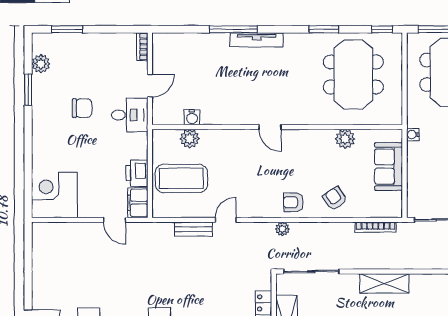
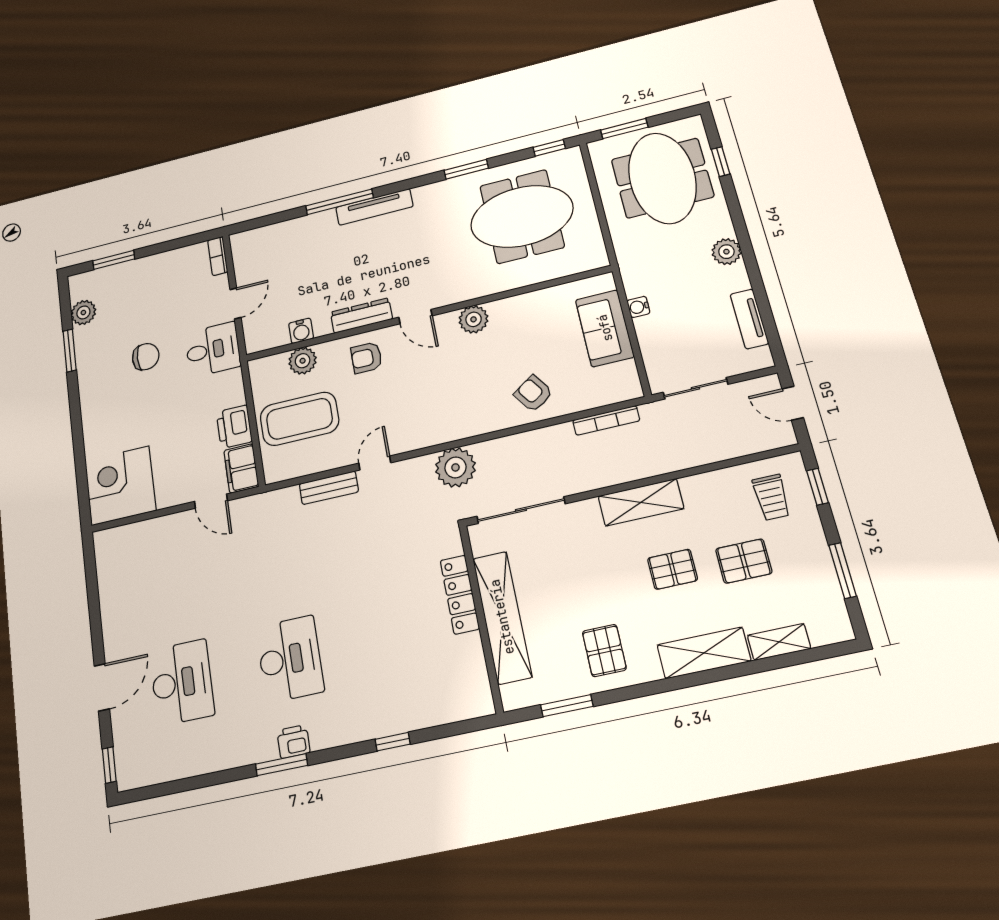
meeting table: (353, 74) -> (522, 216), turned 90
dresser: (234, 117) -> (361, 316), added
water cooler: (413, 135) -> (638, 307), moved
plant: (345, 139) -> (474, 319), moved
armchair: (293, 202) -> (366, 358), moved
plant: (282, 229) -> (455, 467), width x1.88, depth x1.88

